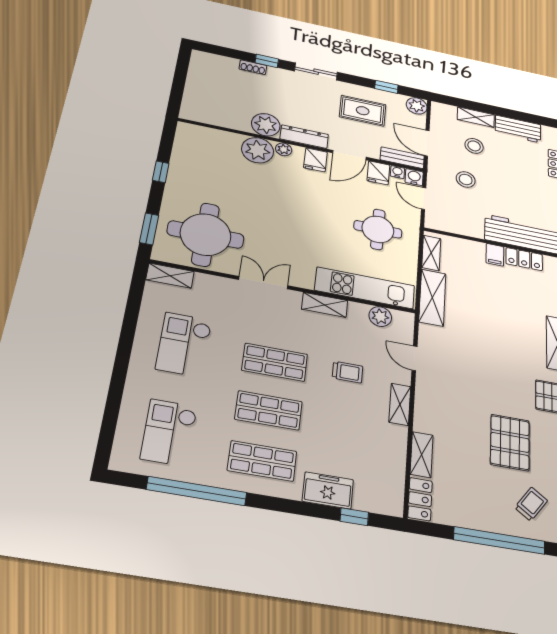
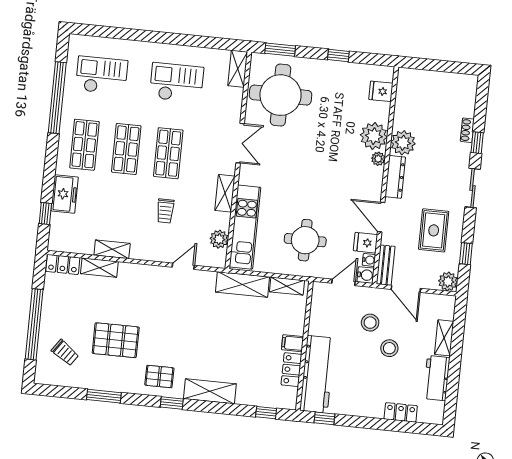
door: (427, 143) -> (406, 289), swing flipped
stool: (474, 146) -> (389, 348), moved
fridge: (315, 160) -> (381, 91), moved
shelving: (400, 404) -> (112, 249), moved

